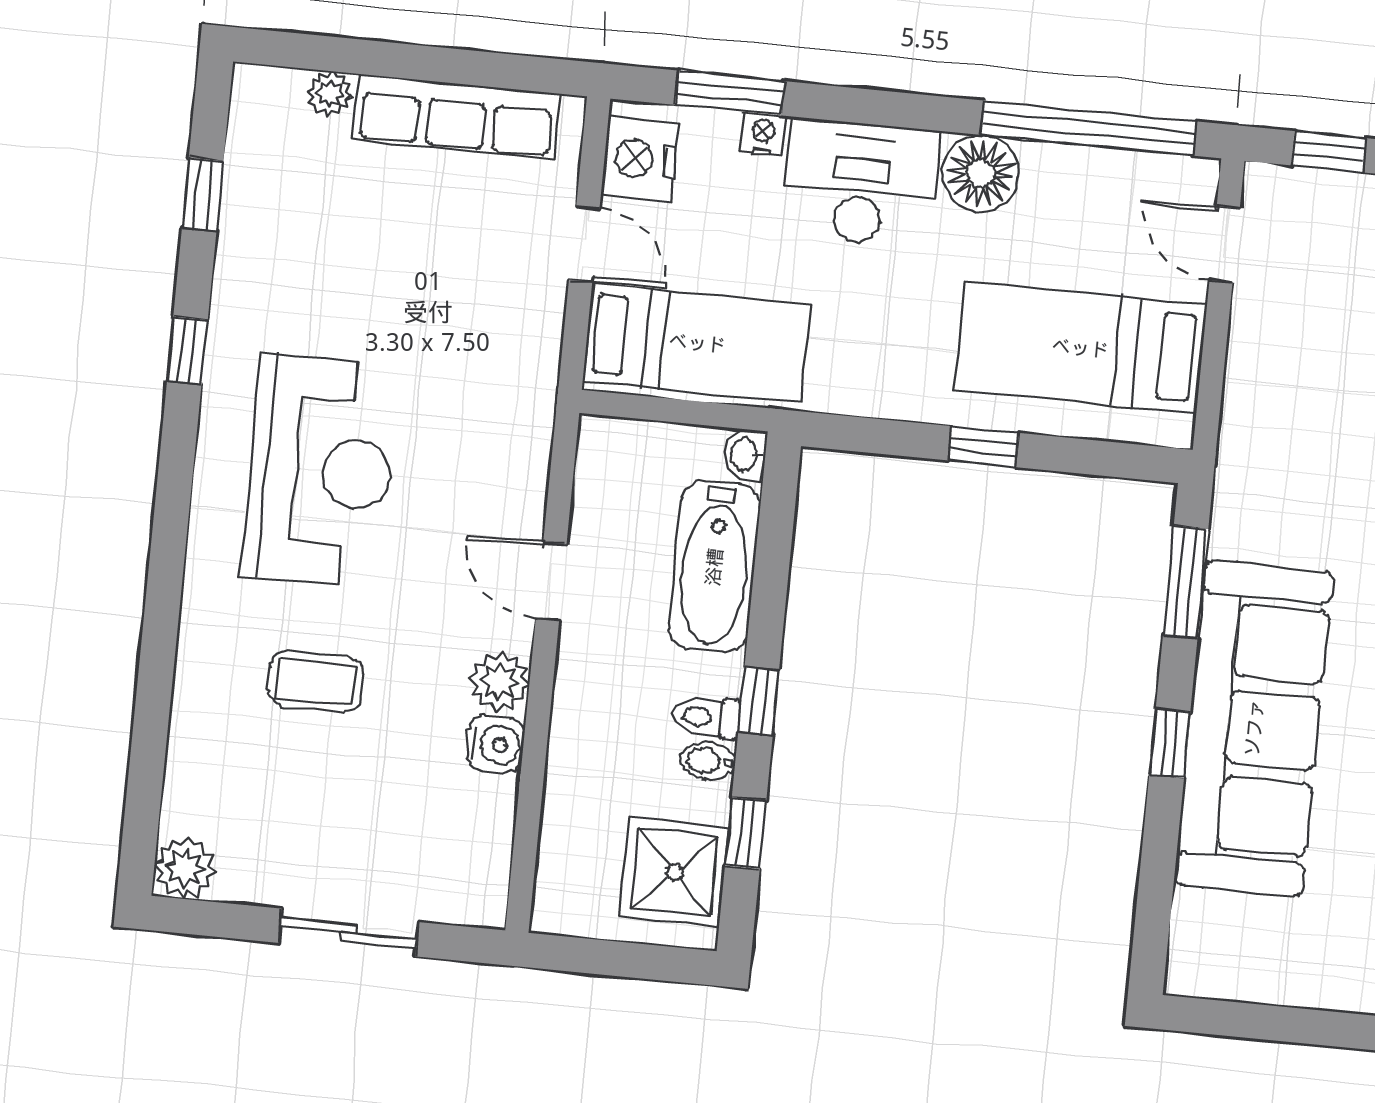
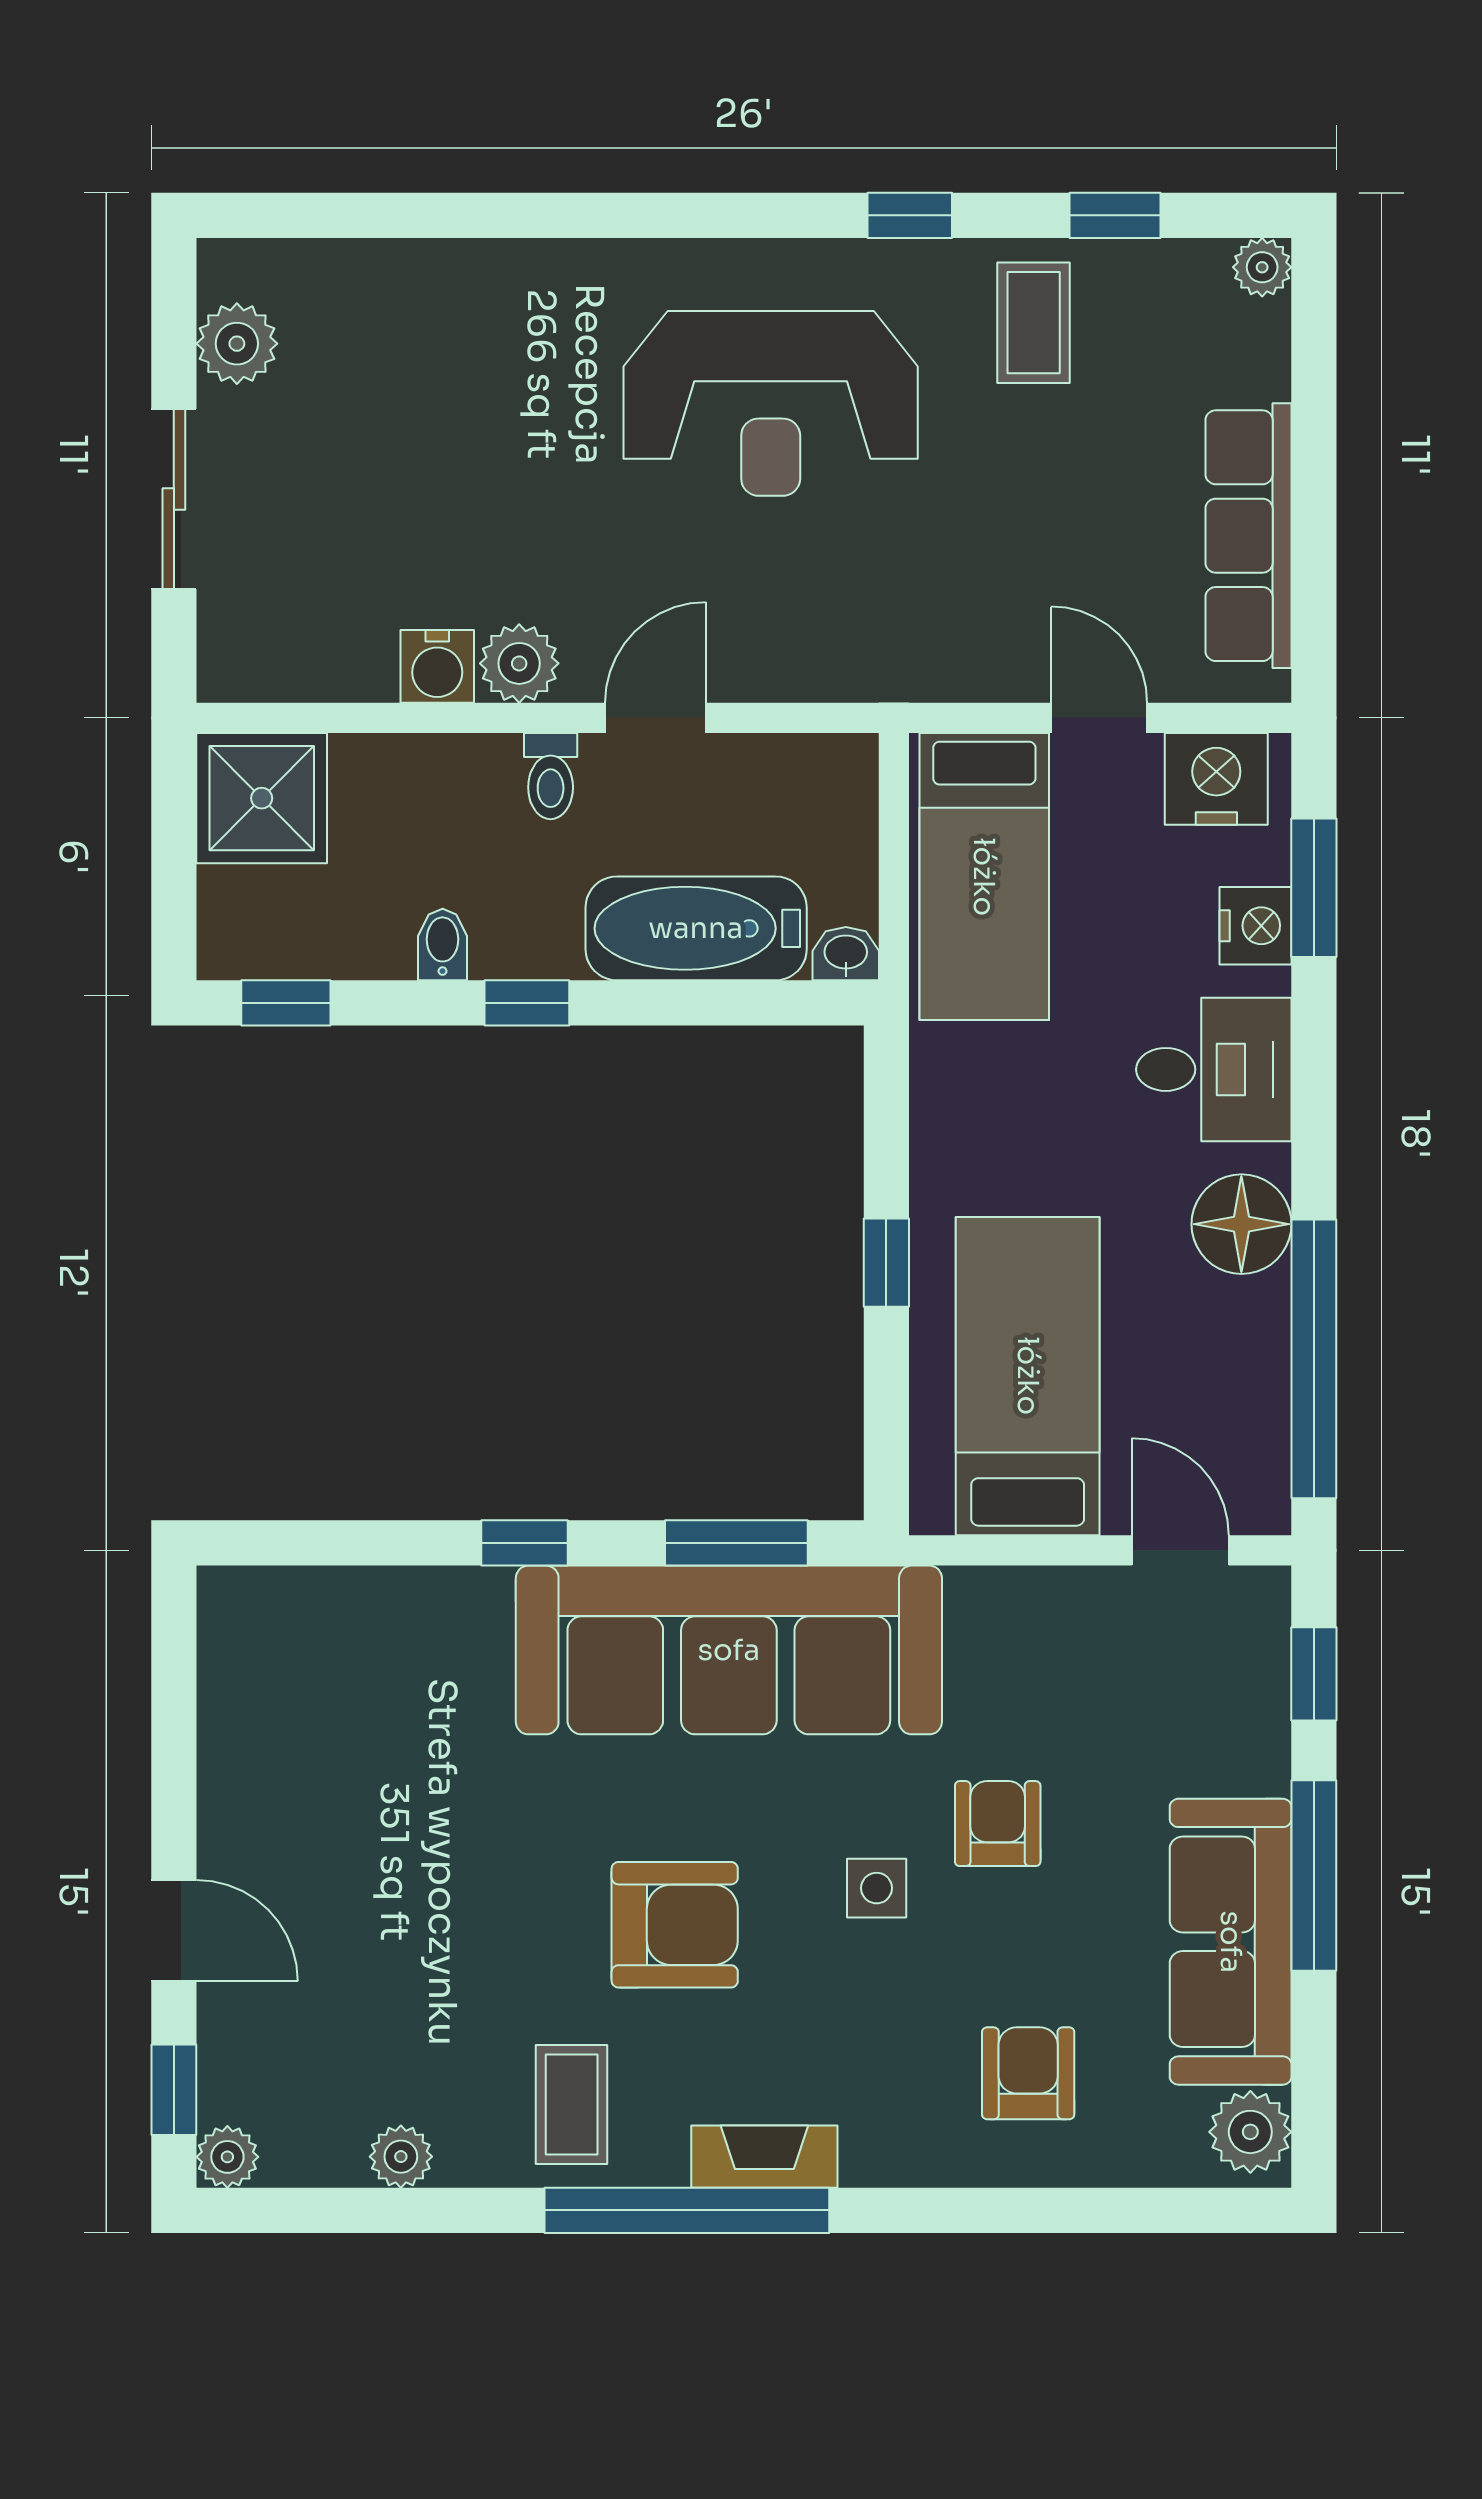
plant: (330, 94) -> (1262, 267), moved
nightstand: (763, 134) -> (1256, 926), width x1.39, depth x1.35
desk: (861, 183) -> (1214, 1069), width x0.73
door: (584, 244) -> (1099, 718), swing flipped
door: (1225, 244) -> (1180, 1550), hinge flipped
coffee table: (316, 682) -> (1034, 323), moved
toilet: (707, 717) -> (551, 776), moved, turned 180
sofa: (1254, 728) -> (729, 1650), moved
window: (746, 833) -> (286, 1003), moved
plant: (185, 868) -> (237, 344), moved
shower: (674, 872) -> (262, 798), moved

